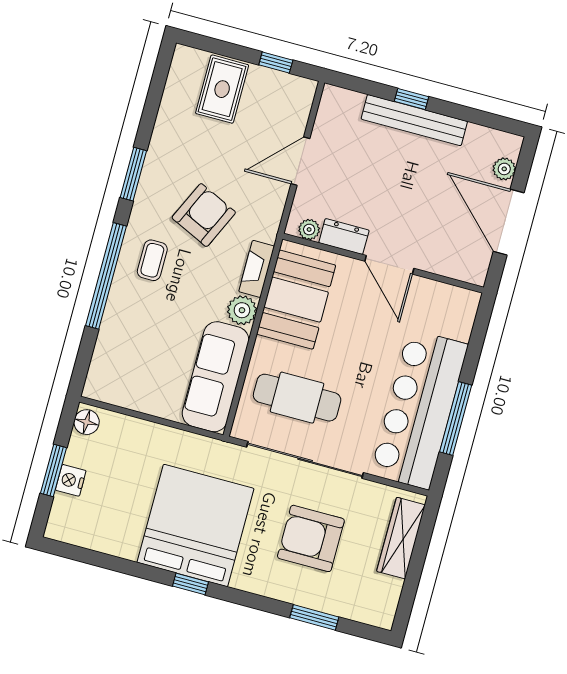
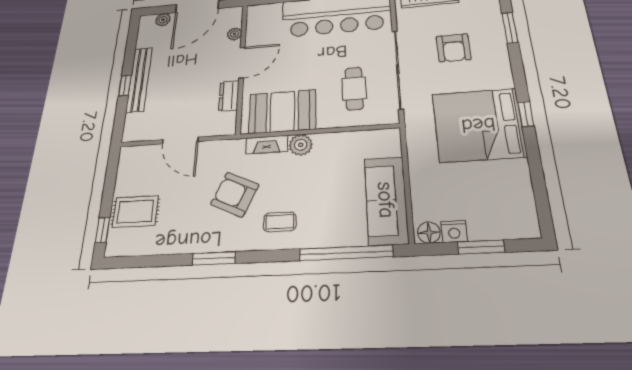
window: (276, 62) -> (103, 230), moved
plant: (309, 230) -> (234, 34), moved
window: (106, 276) -> (346, 253), moved
sofa: (216, 377) -> (386, 200), moved, turned 90
cafe table: (297, 398) -> (354, 88), width x0.73, depth x0.74
nightstand: (71, 480) -> (454, 231), moved
armchair: (311, 538) -> (453, 48), width x0.73, depth x0.73

